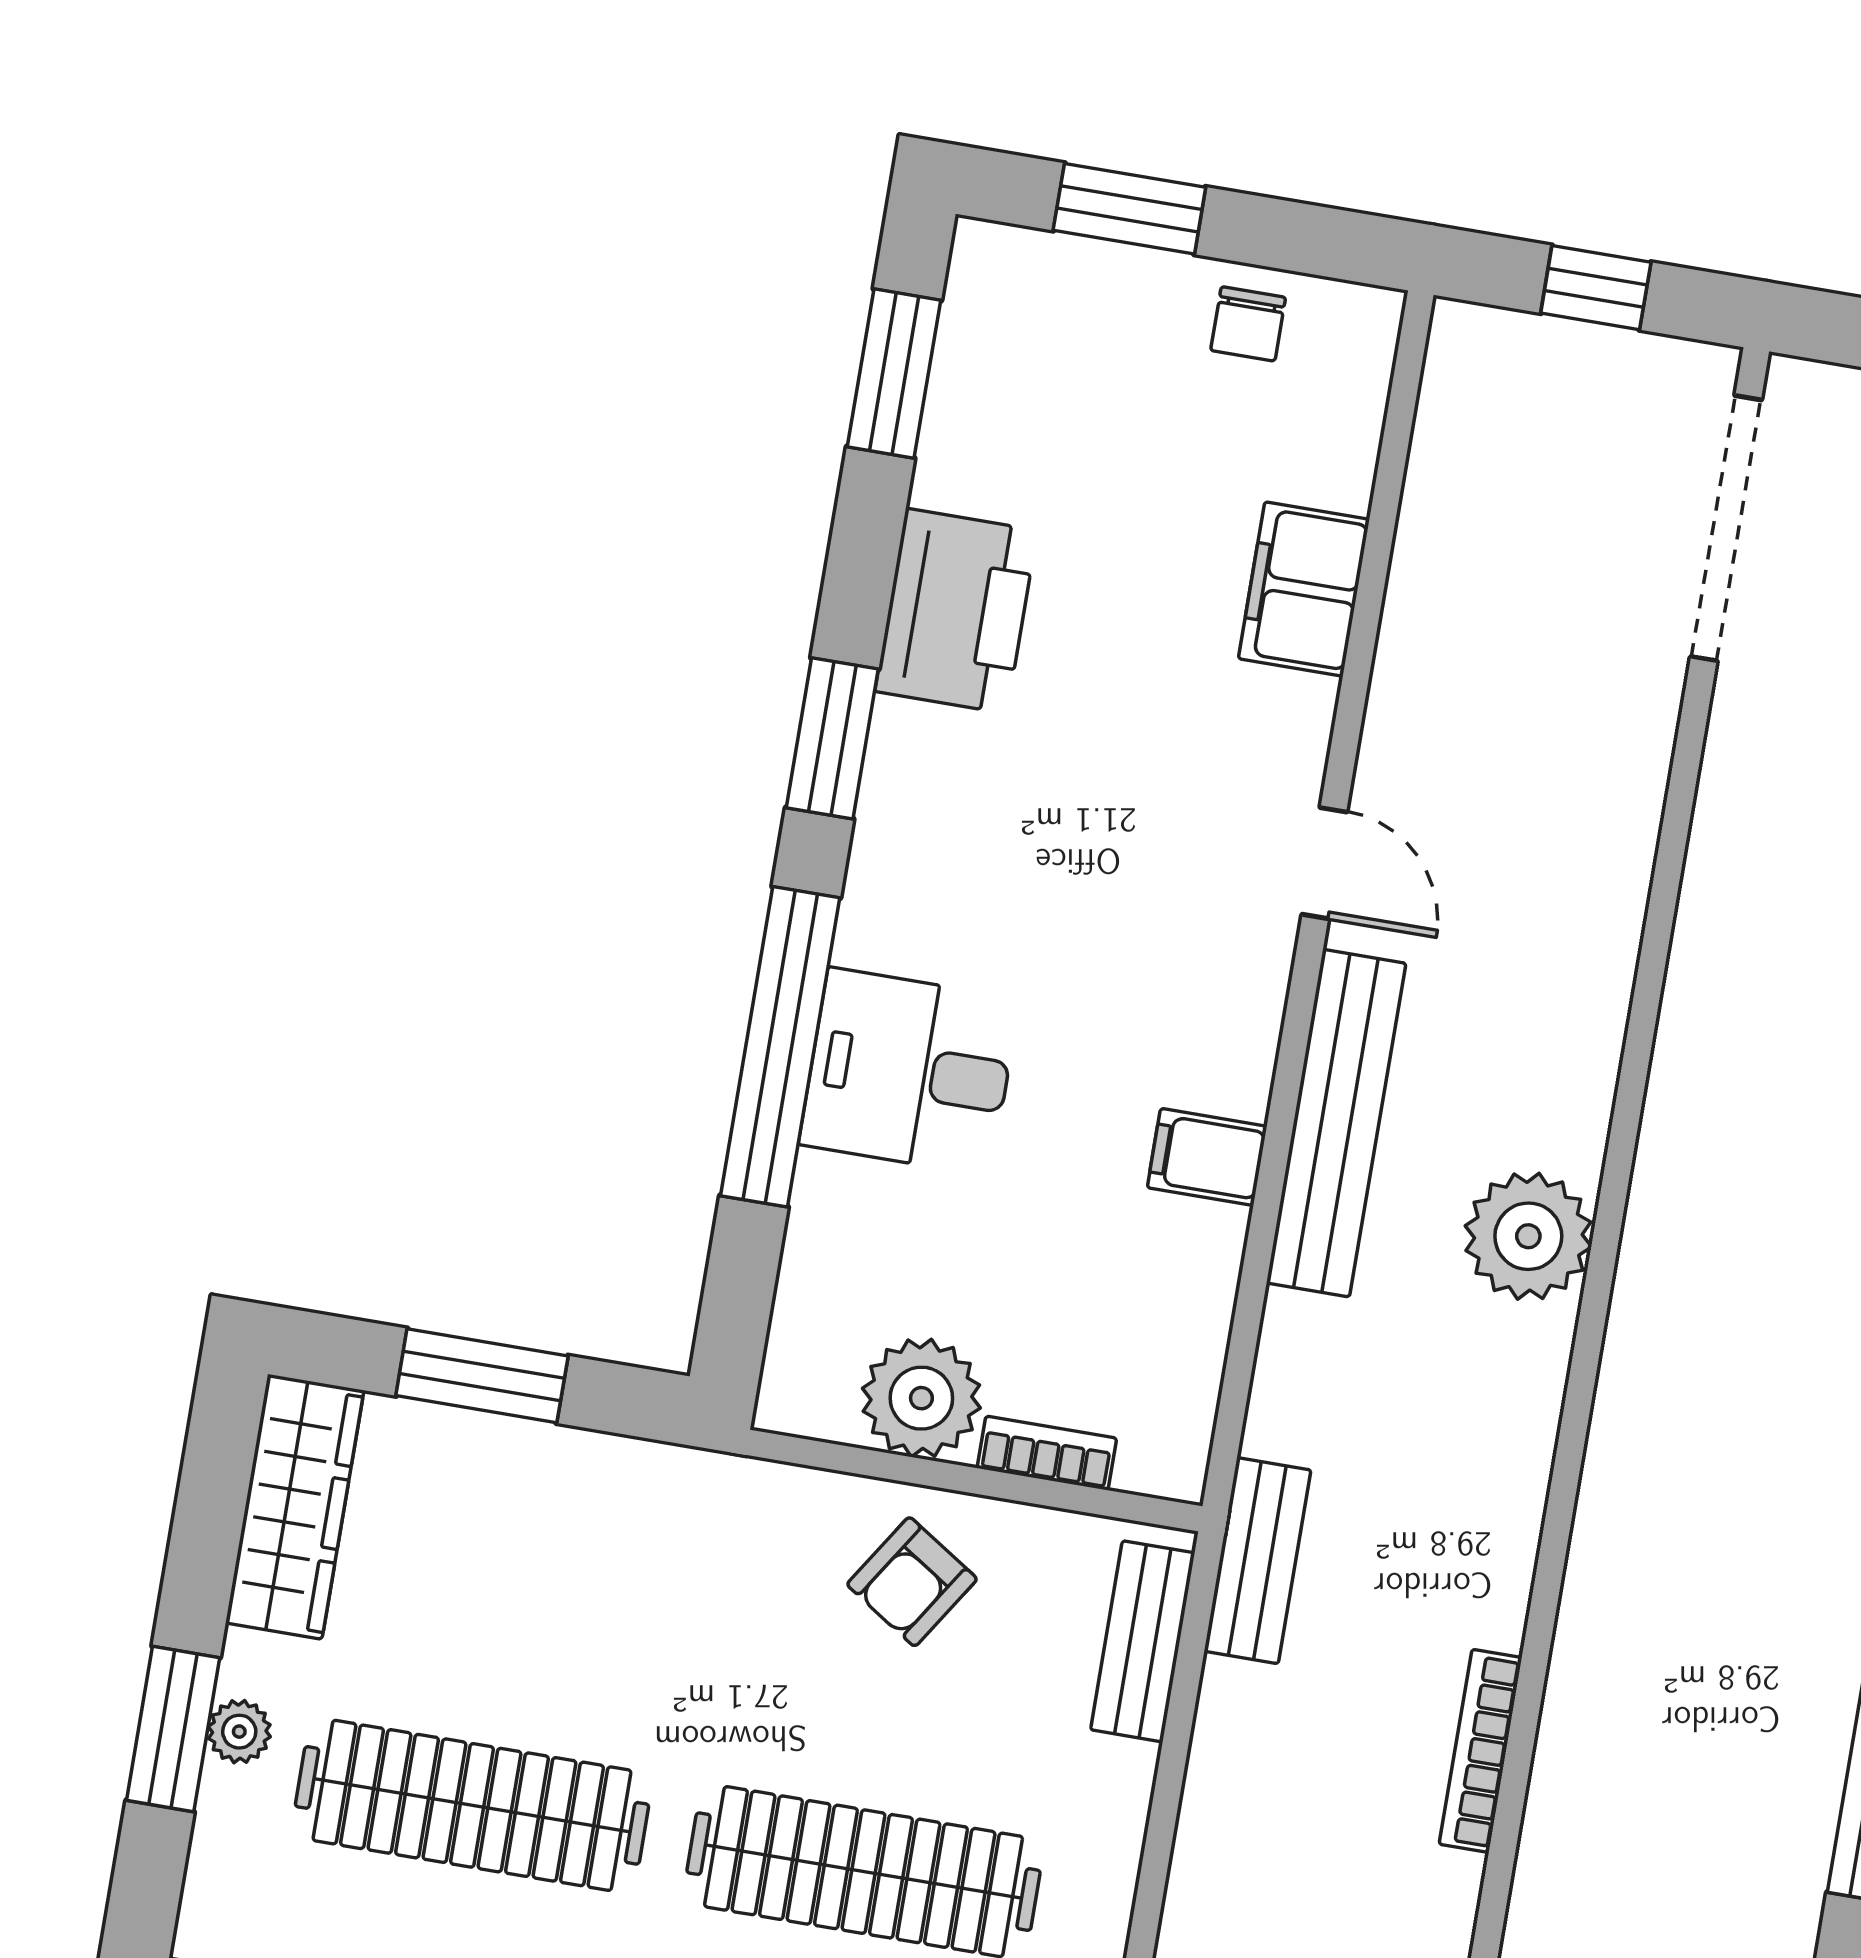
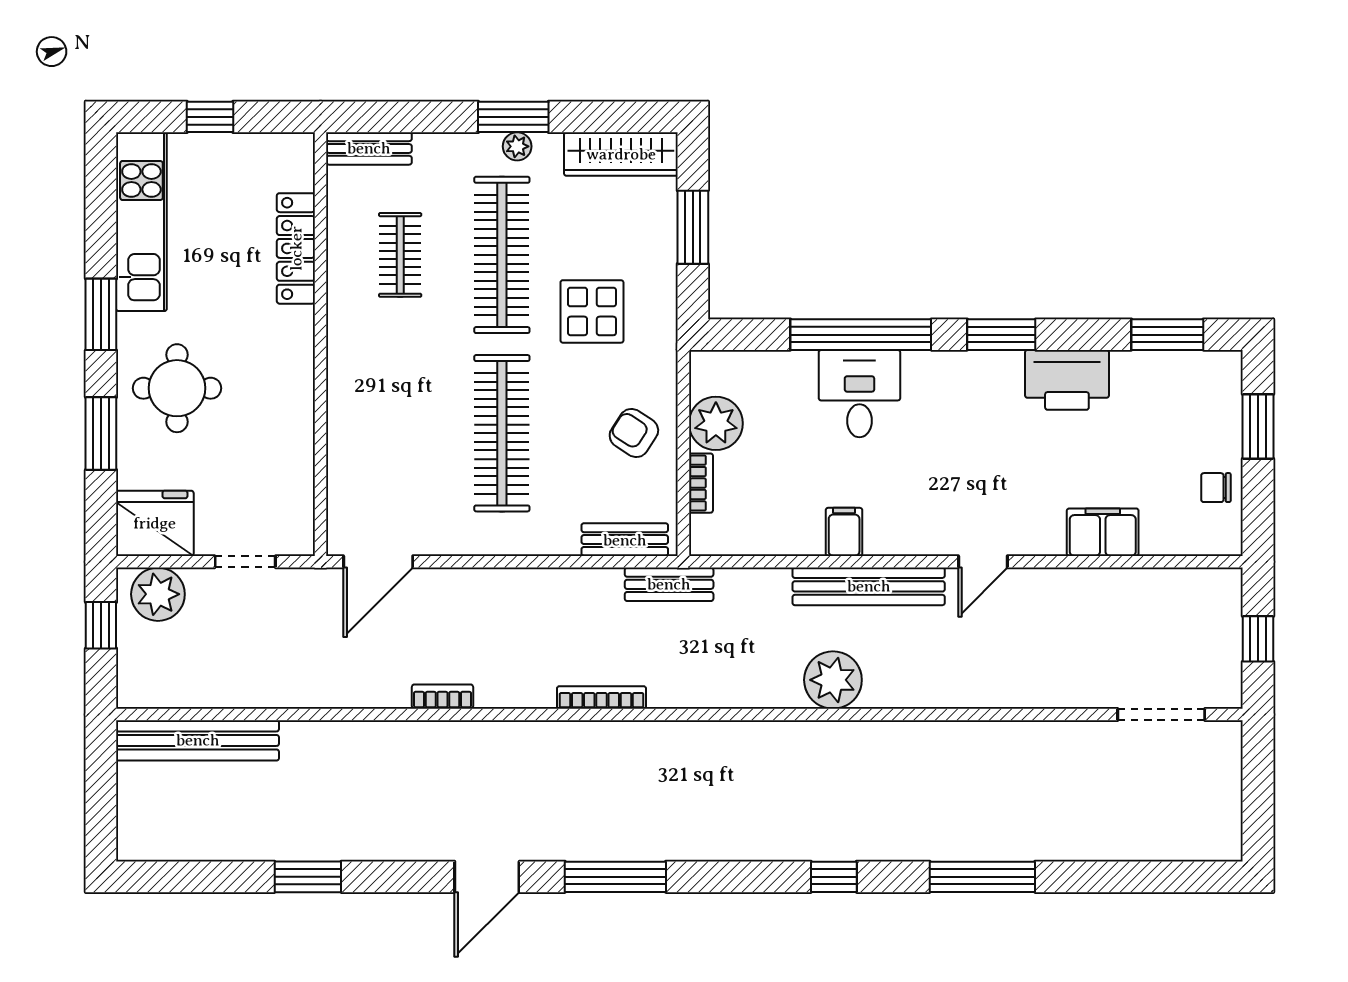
doorway: (1726, 528) -> (1161, 714), width x0.73
display table: (630, 1629) -> (592, 311), added

